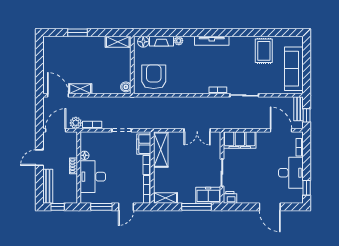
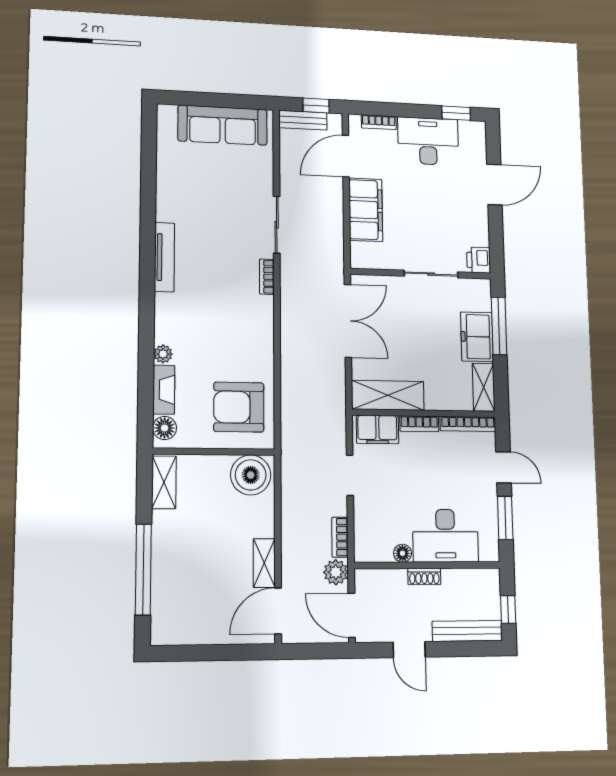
window: (78, 33) -> (143, 569), width x2.11
tv unit: (212, 41) -> (164, 257), moved
rug: (264, 51) -> (186, 182), removed
boiler: (126, 87) -> (251, 475), width x1.86, depth x1.86
double door: (197, 130) -> (348, 321), width x1.37
filing cabinet: (240, 140) -> (366, 210), moved
freezer: (208, 195) -> (477, 337), moved

